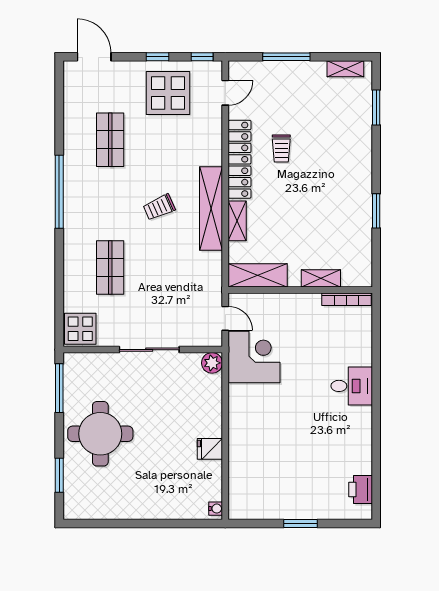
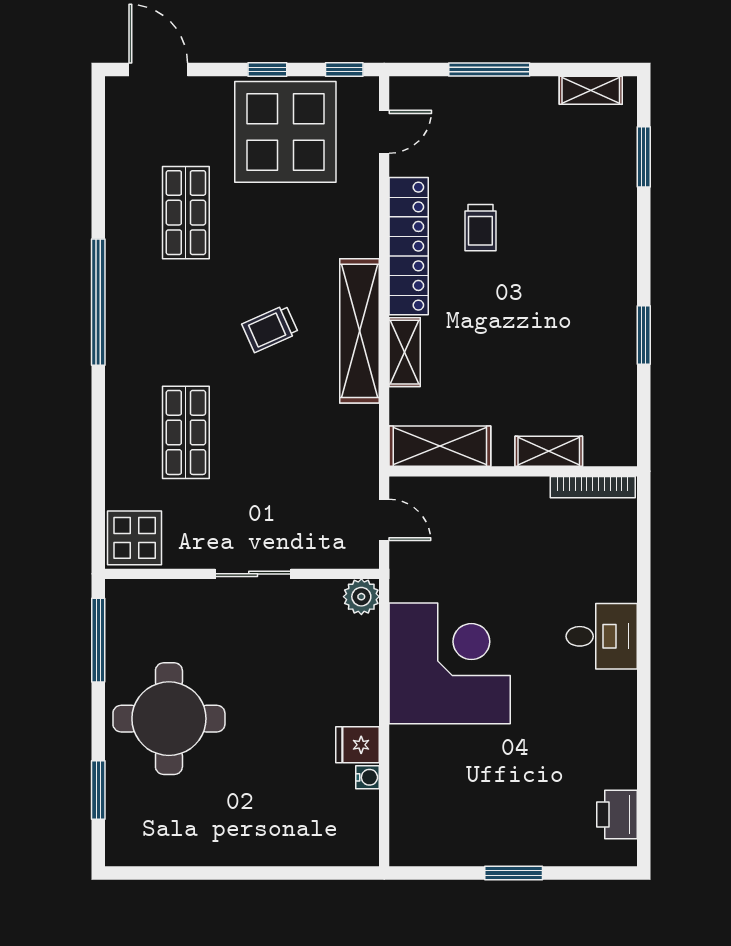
display table: (168, 93) -> (285, 132), width x1.36, depth x1.36
sliding door: (149, 350) -> (253, 574), width x0.73
corner desk: (254, 357) -> (450, 663), moved, width x1.36, depth x1.36
water cooler: (216, 509) -> (368, 777), moved

